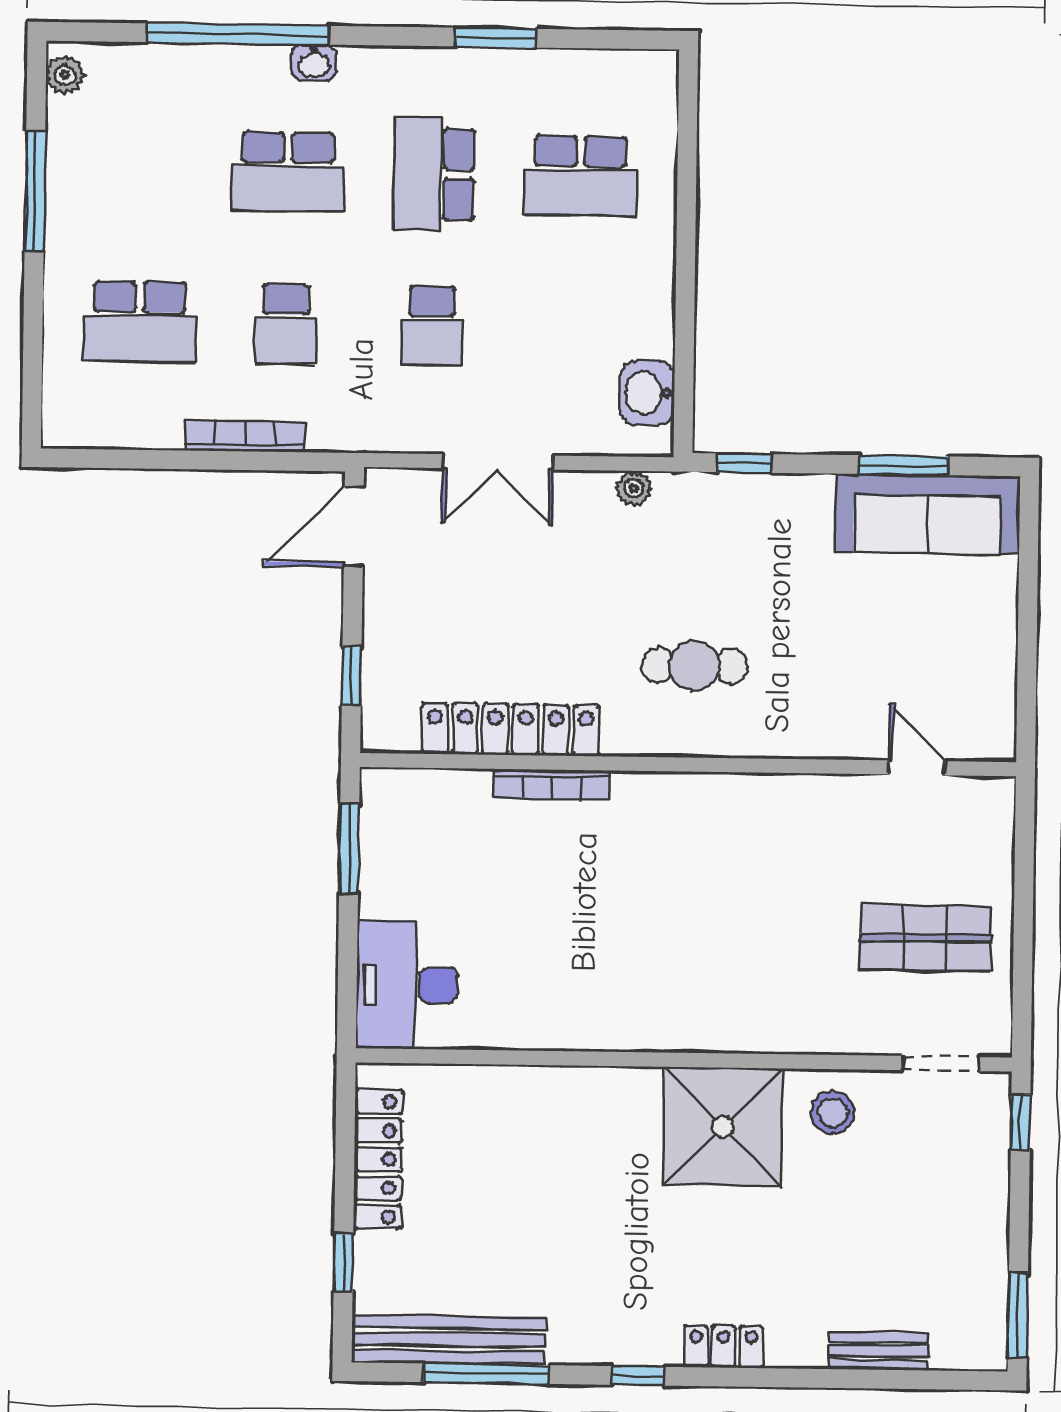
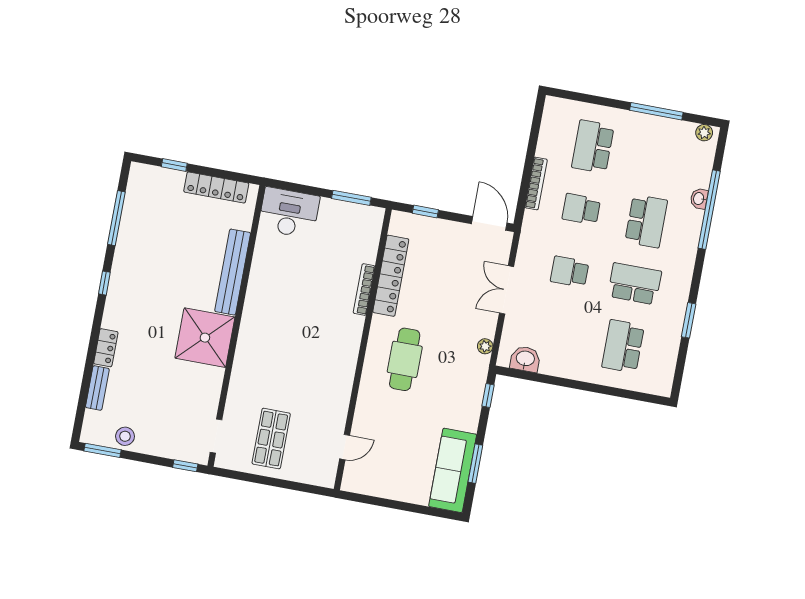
washbasin: (314, 62) -> (699, 199), moved
school desk: (288, 172) -> (646, 221), turned 180
cafe table: (695, 666) -> (405, 359), width x1.37, depth x1.35
stool: (833, 1112) -> (125, 436), moved
bench: (449, 1340) -> (233, 272), moved
locker: (724, 1347) -> (106, 348), moved

